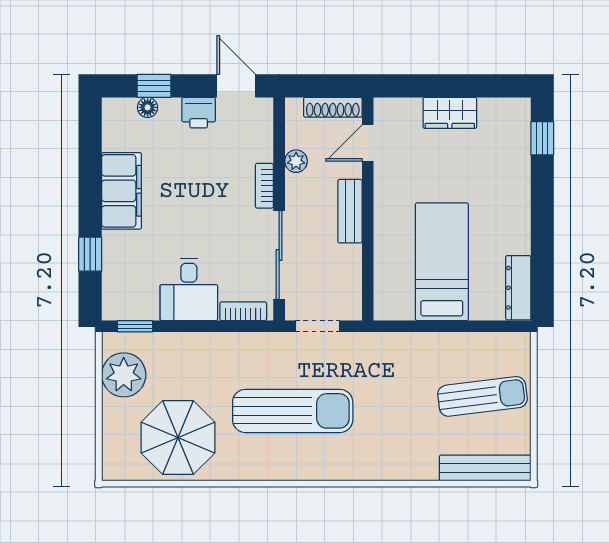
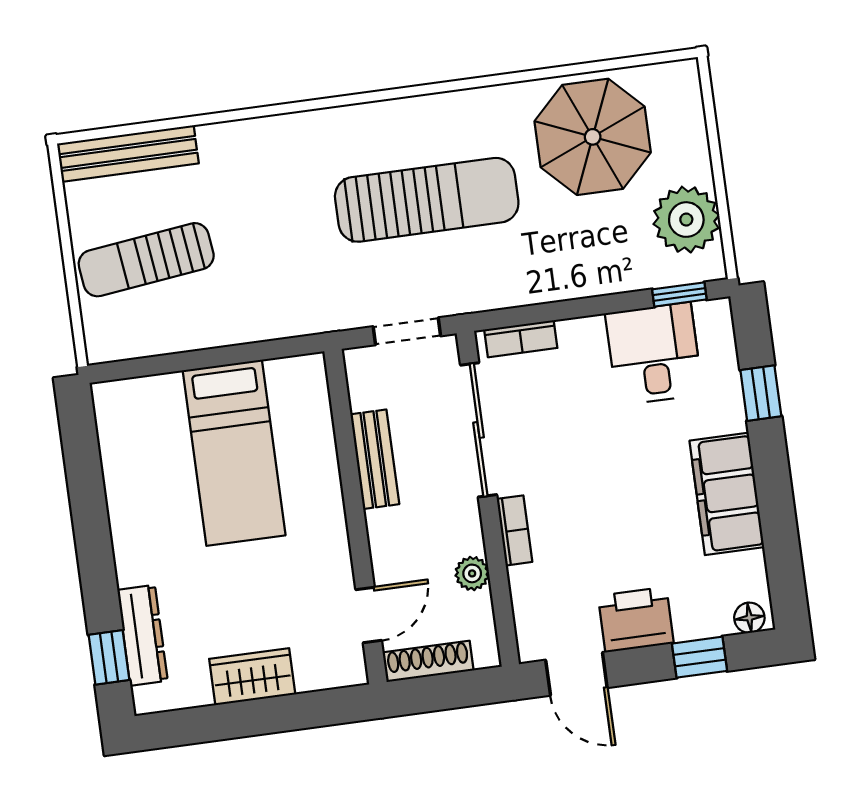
floor lamp: (148, 107) -> (749, 618), moved
printer: (199, 113) -> (636, 620), width x1.36, depth x1.24
bench: (350, 211) -> (375, 459), moved
dresser: (518, 288) -> (143, 635), moved
desk: (189, 289) -> (654, 354), moved
sun lounger: (293, 411) -> (427, 200), turned 180

